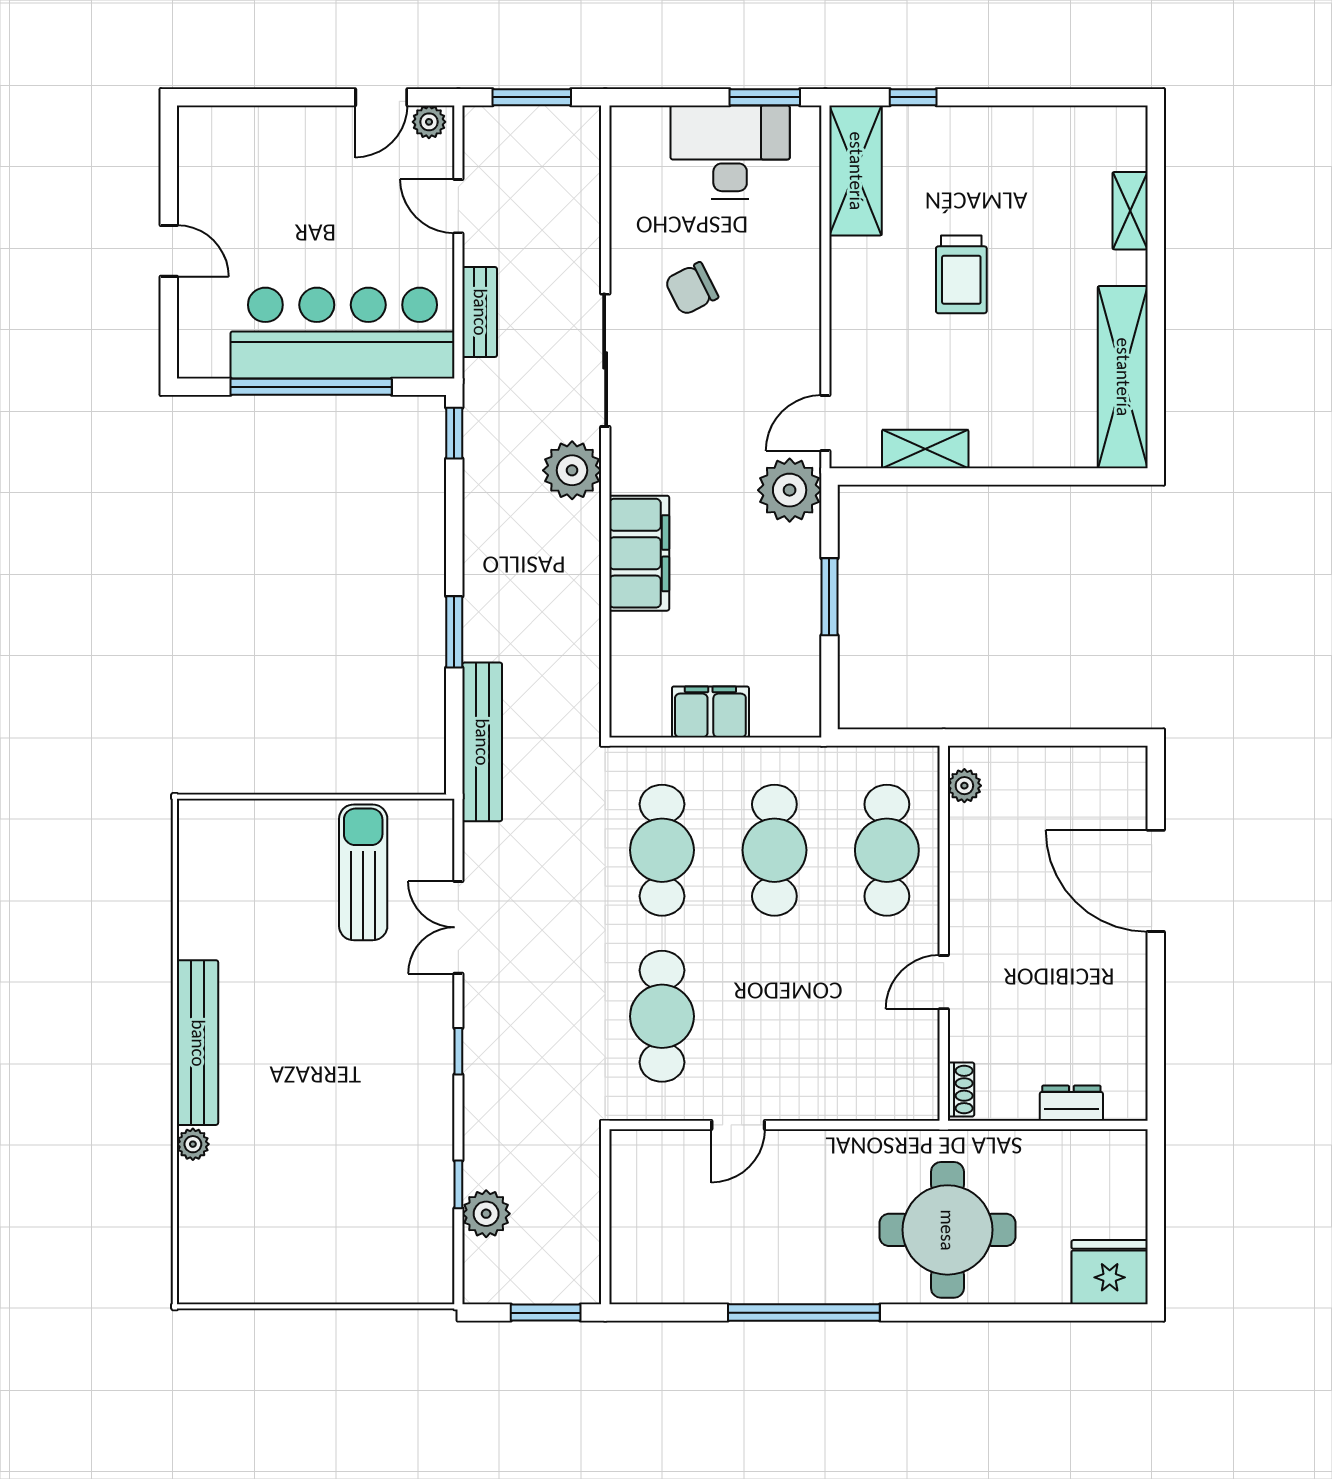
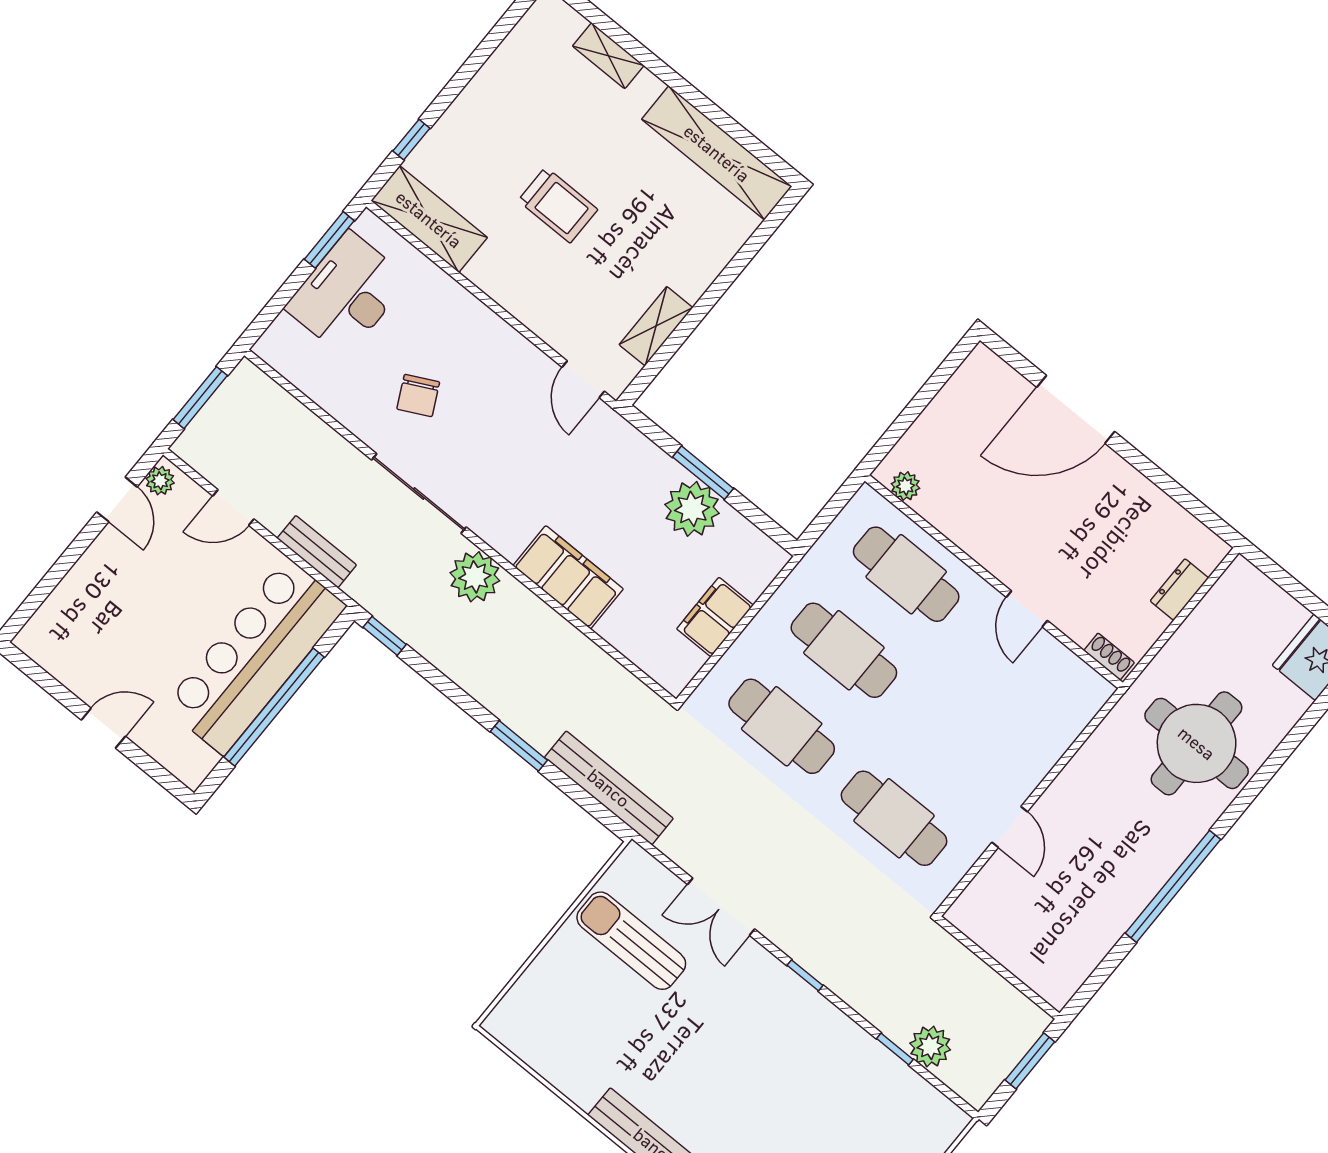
plant: (790, 490) -> (692, 509), moved

